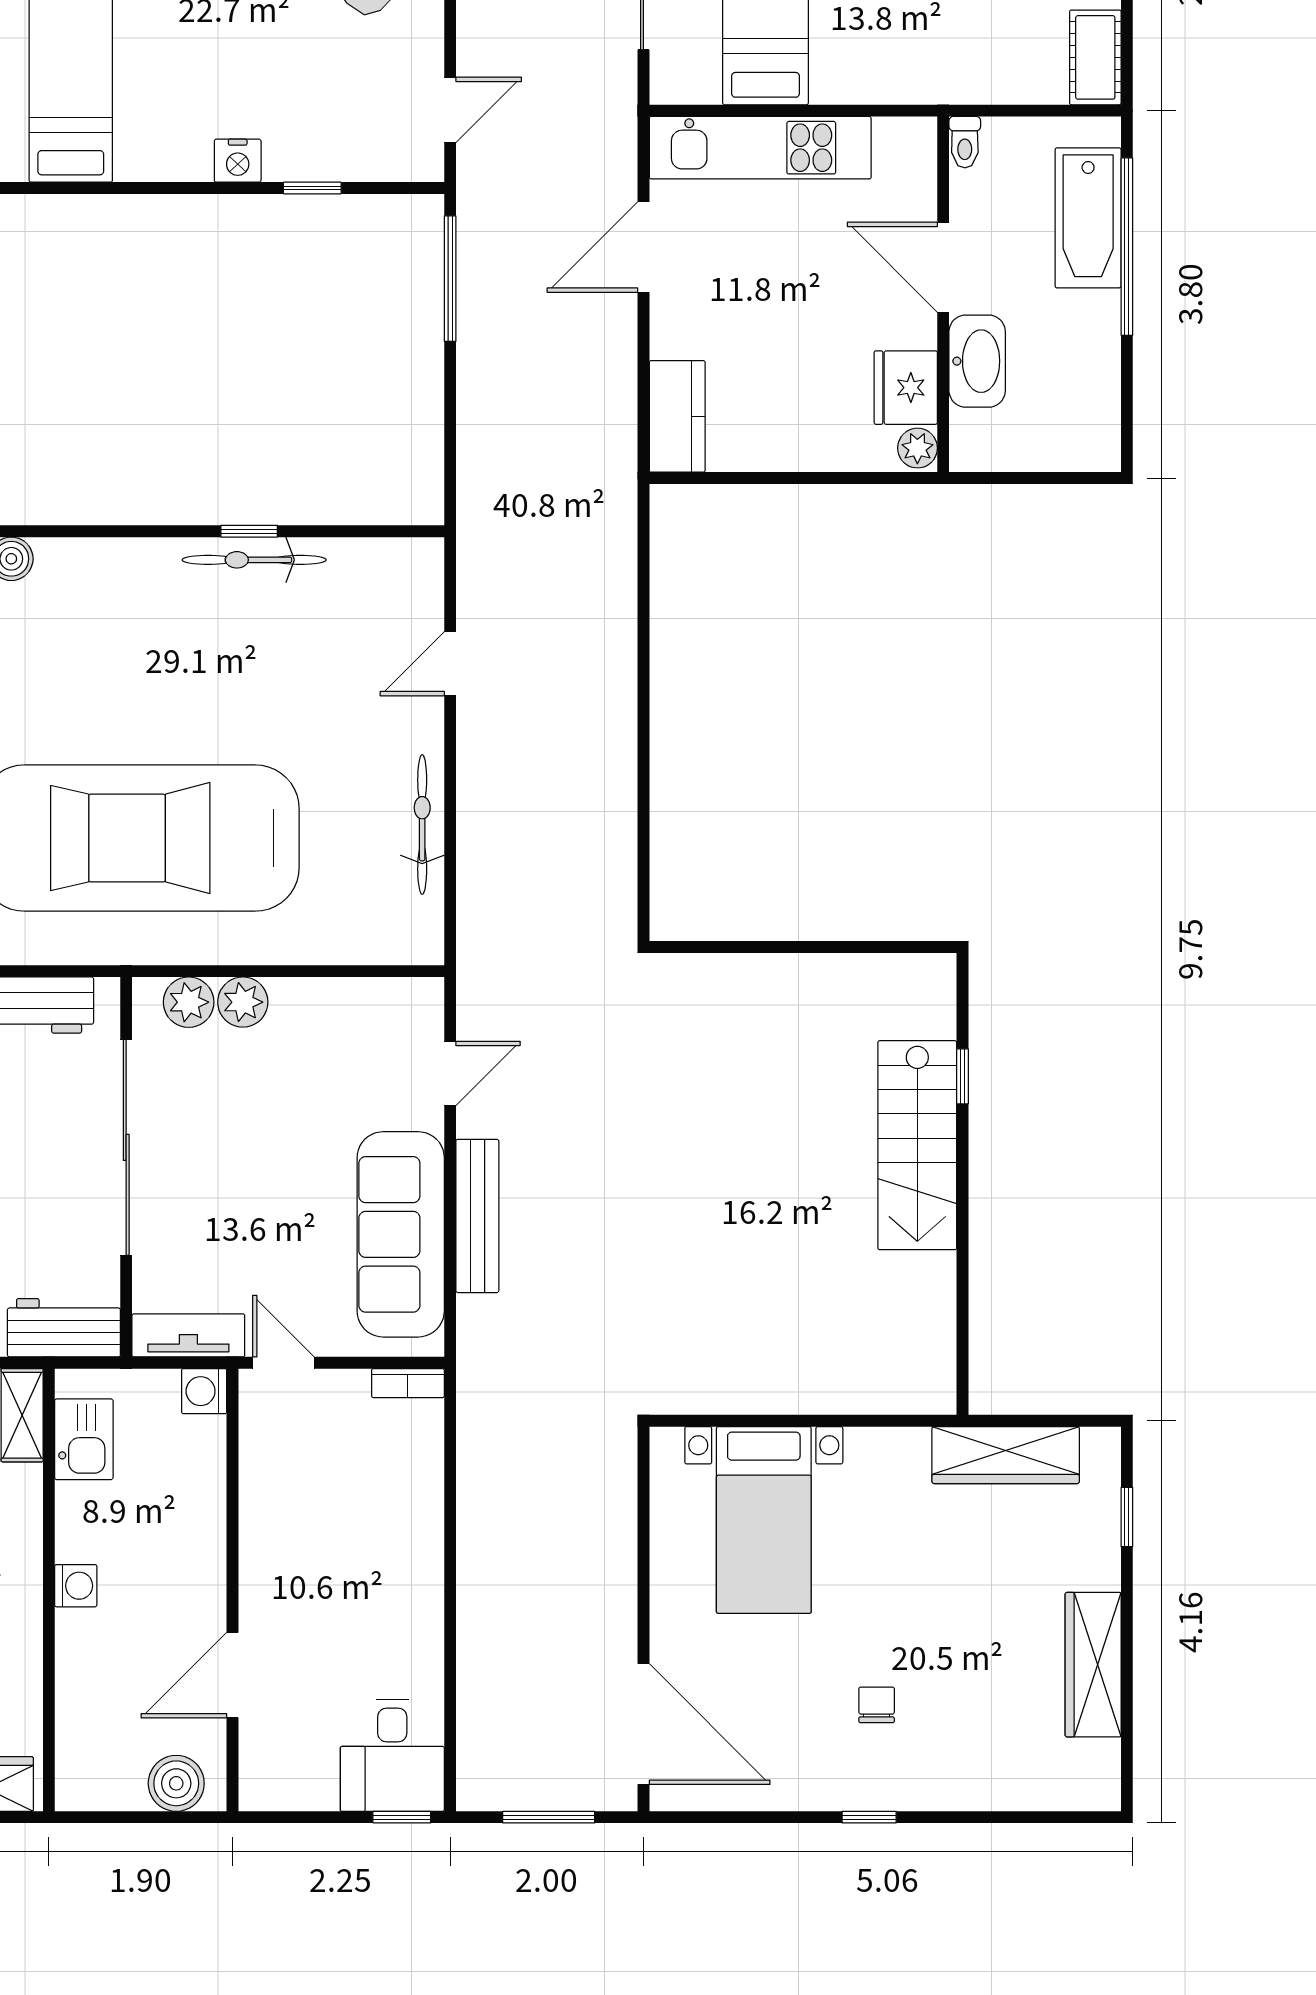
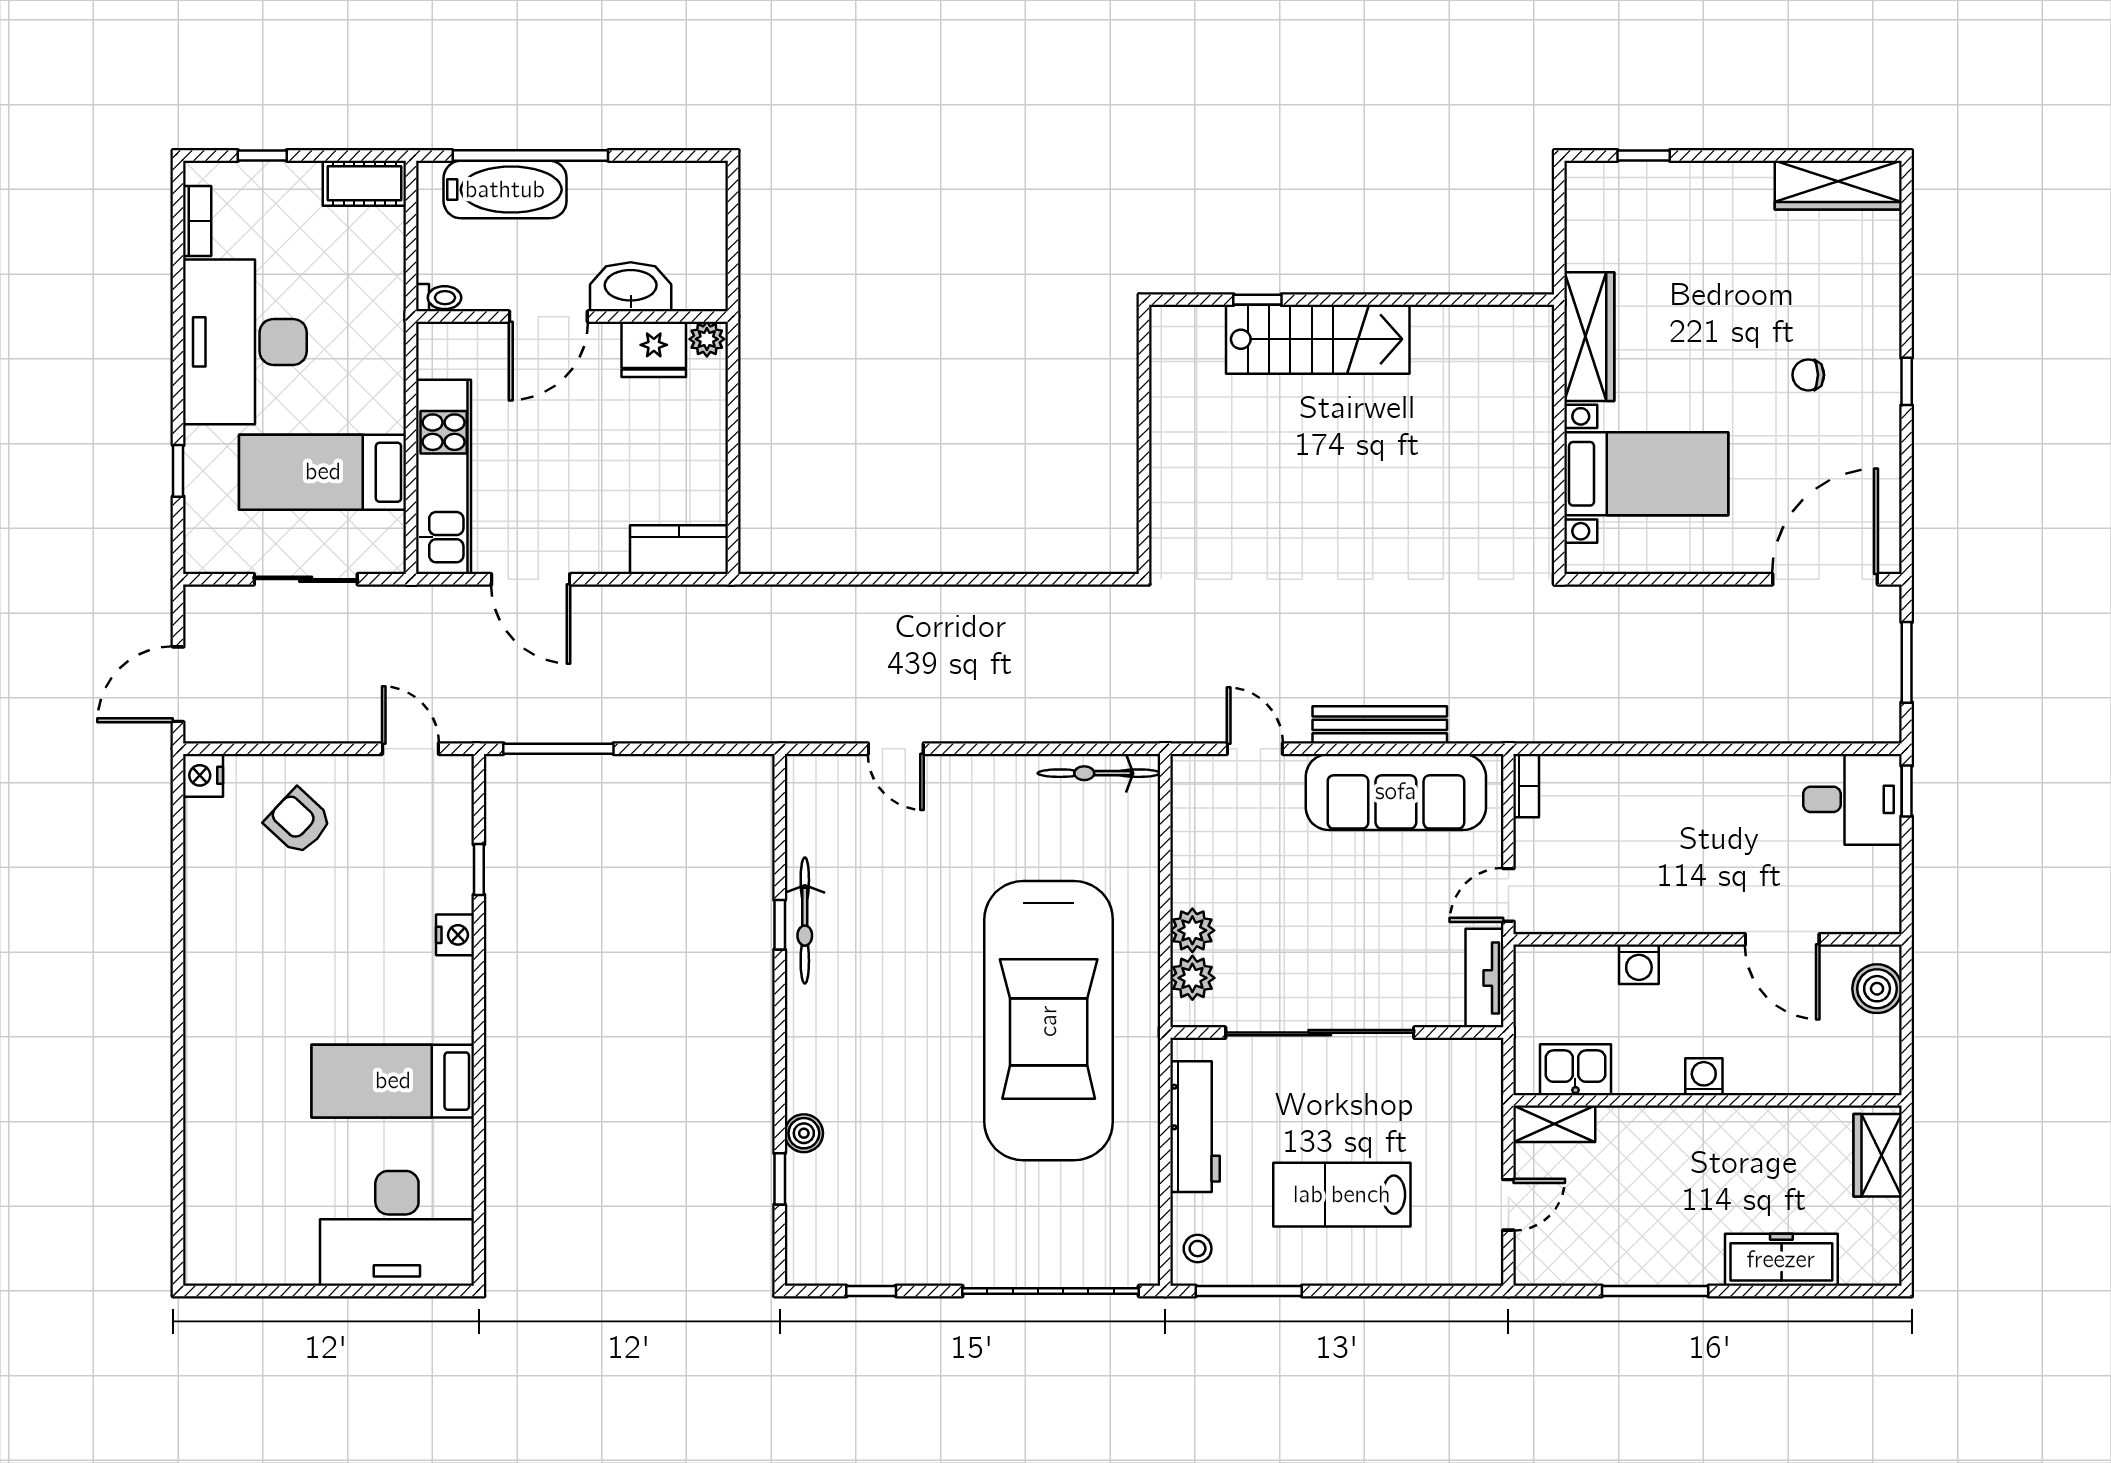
bicycle: (422, 824) -> (1099, 773), moved
workbench: (64, 1328) -> (1478, 1087), removed
washing machine: (204, 1391) -> (1639, 964), moved
wardrobe: (1006, 1455) -> (1589, 337), moved
wardrobe: (1093, 1665) -> (1838, 185), moved

